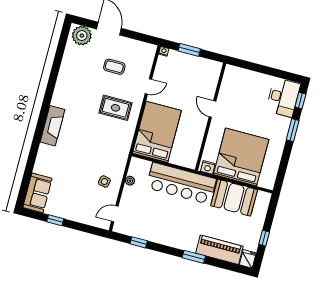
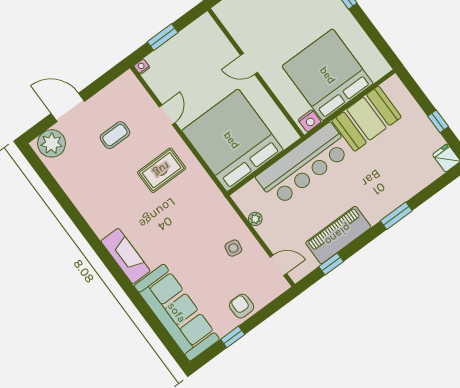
bed: (157, 132) -> (232, 140), width x1.36
sofa: (37, 193) -> (177, 312), width x1.85, depth x1.27
armchair: (76, 211) -> (241, 306), added
door: (115, 214) -> (278, 265), swing flipped
piano: (219, 250) -> (338, 235), moved

